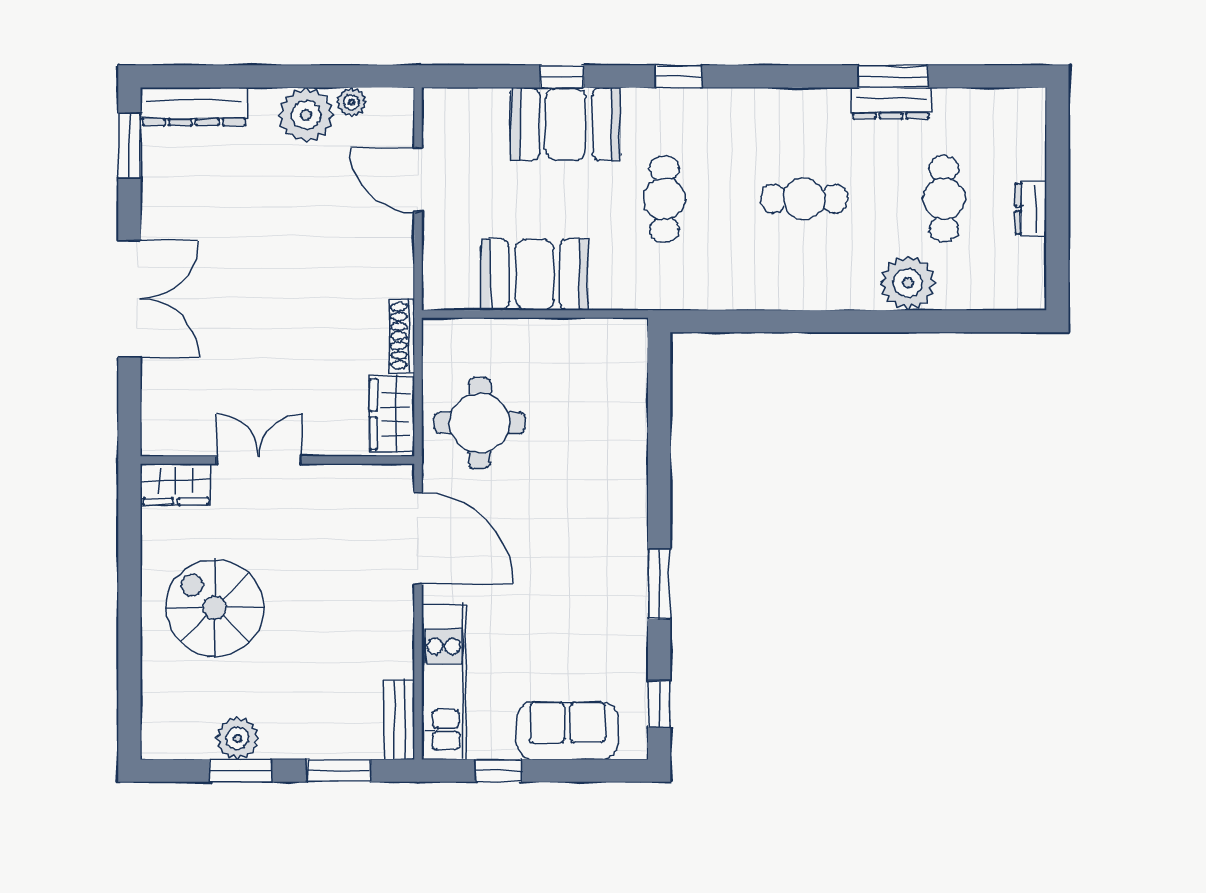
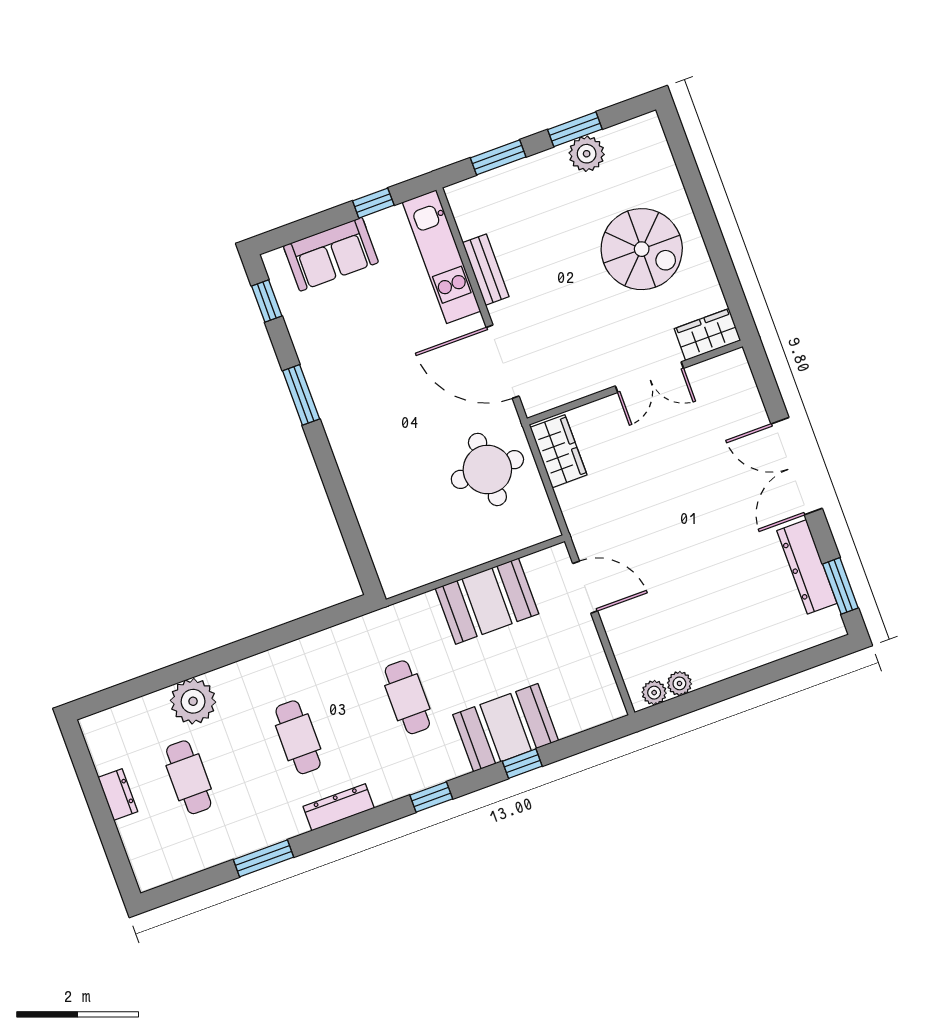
dresser: (891, 103) -> (339, 807), moved
dresser: (194, 106) -> (807, 567), moved, turned -90
plant: (306, 115) -> (654, 693), moved, width x0.53, depth x0.53
door: (418, 180) -> (585, 587), moved
cafe table: (804, 199) -> (298, 737), turned 90
shoe rack: (402, 336) -> (573, 515), removed
bench: (399, 720) -> (486, 270), moved

